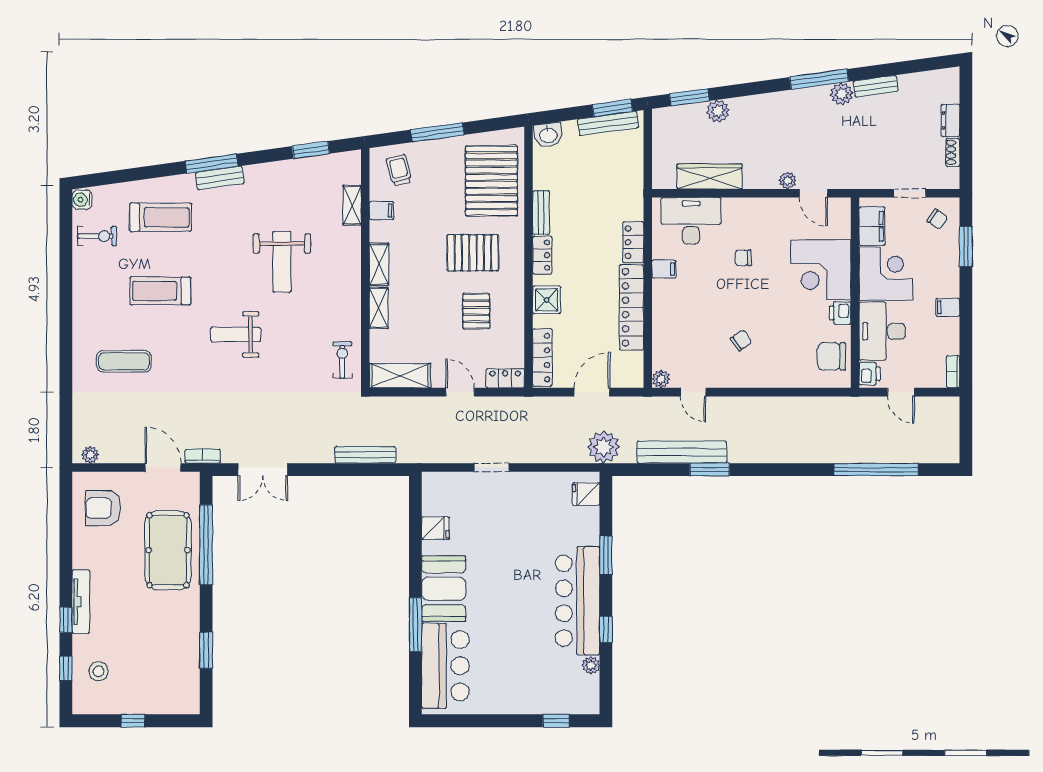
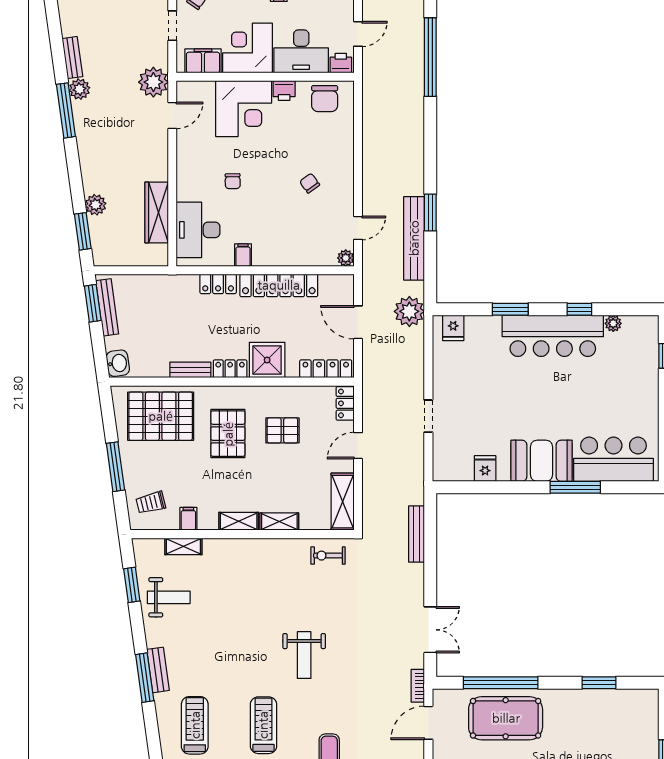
plant: (788, 180) -> (153, 82), moved, width x1.87, depth x1.87
weight bench: (282, 262) -> (169, 597), moved, width x0.73, depth x0.75
treadmill: (161, 291) -> (263, 725), turned 180
shower: (547, 300) -> (267, 360), width x1.36, depth x1.36

